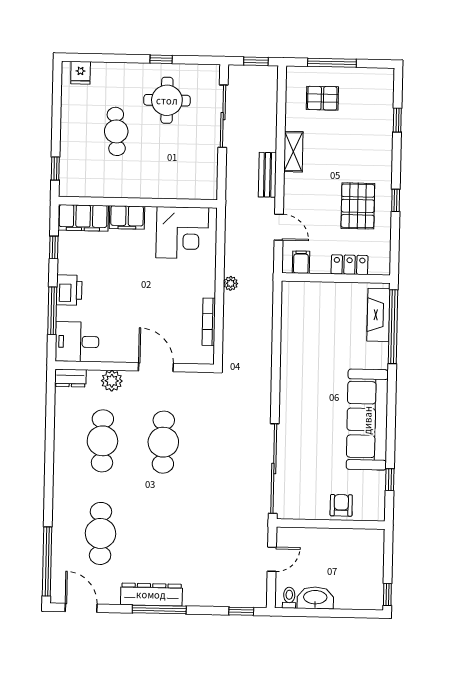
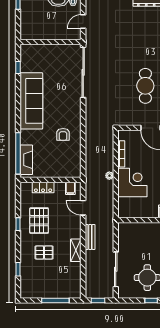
pallet: (322, 98) -> (44, 252), moved
corner desk: (182, 233) -> (132, 183), moved, turned 90
armchair: (341, 505) -> (63, 134), moved

